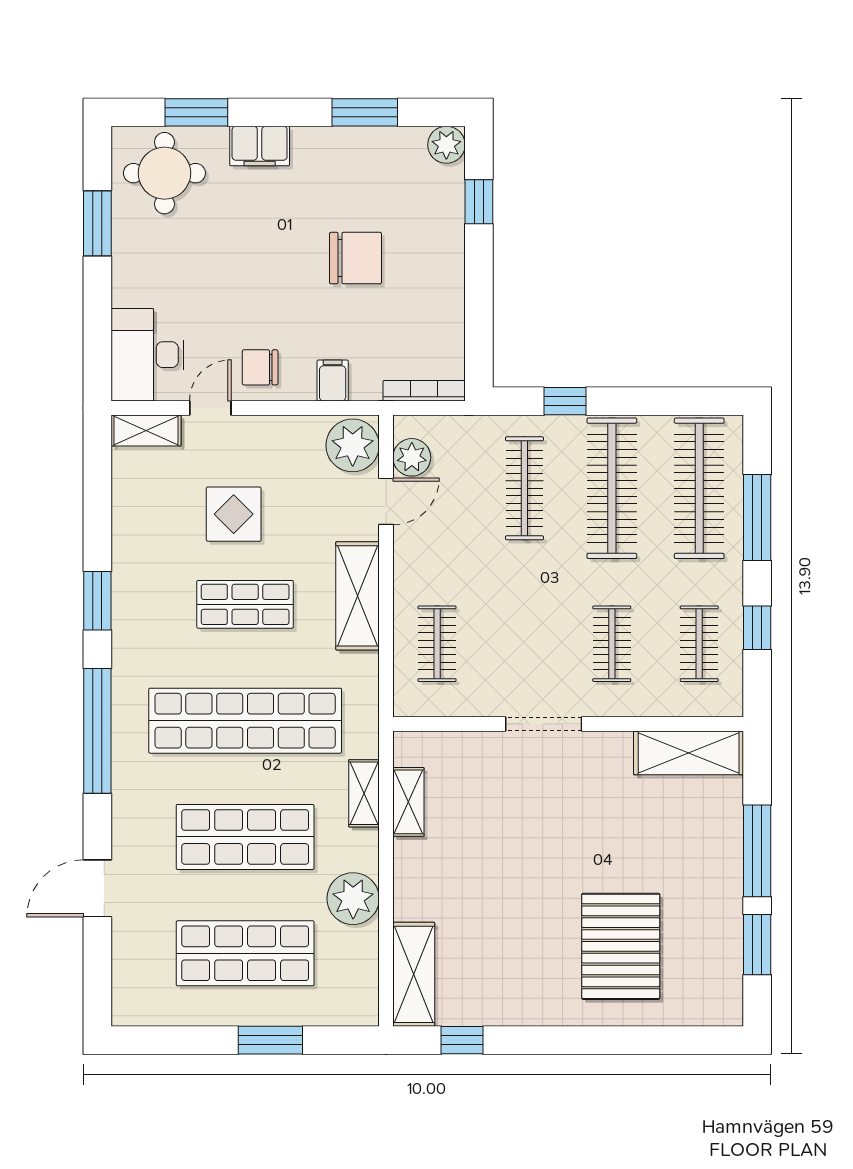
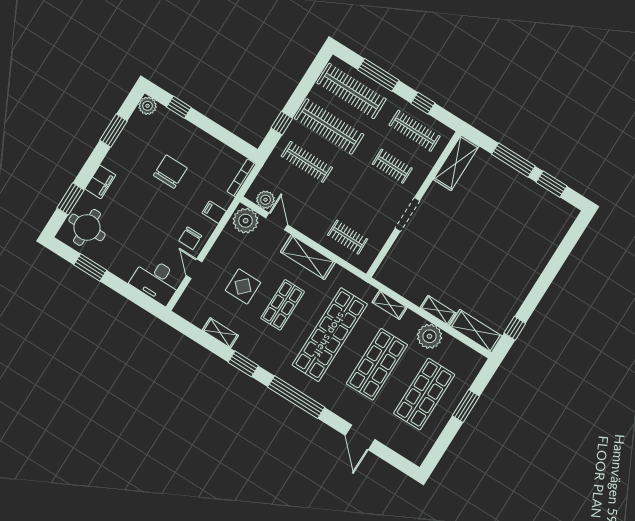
shelving: (146, 430) -> (220, 333), moved, turned 90
clothes rail: (699, 644) -> (415, 131), width x1.36
shelving: (408, 802) -> (438, 310), moved
pallet: (621, 946) -> (517, 240), removed

